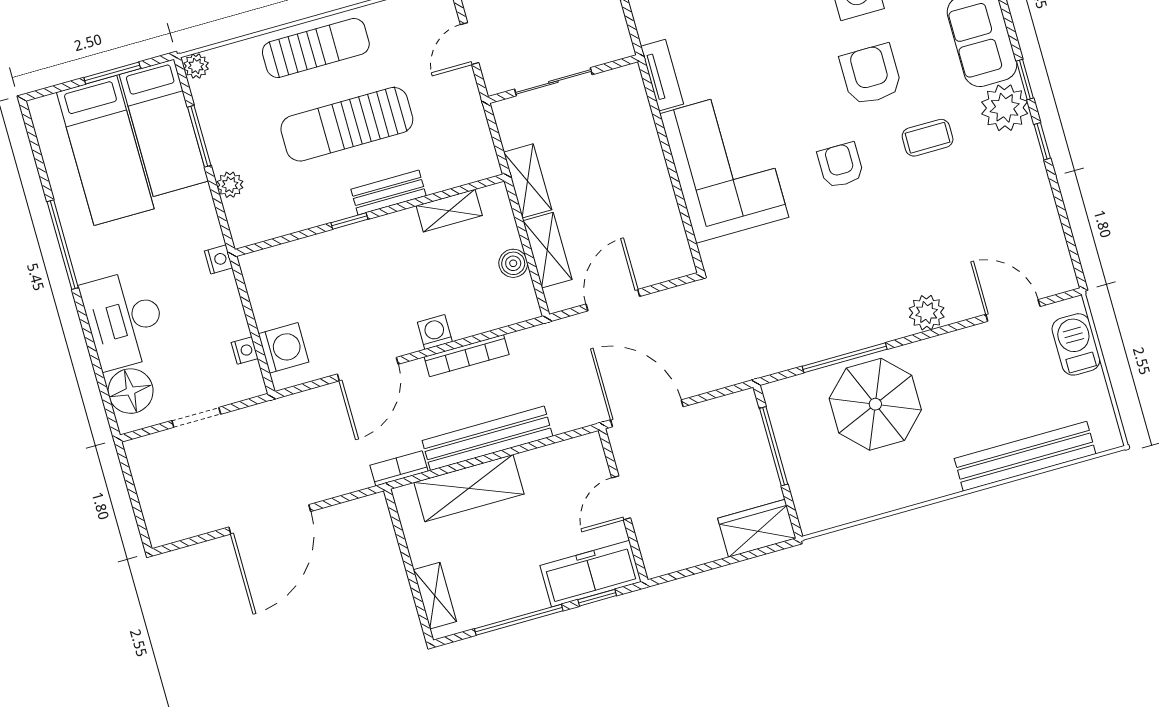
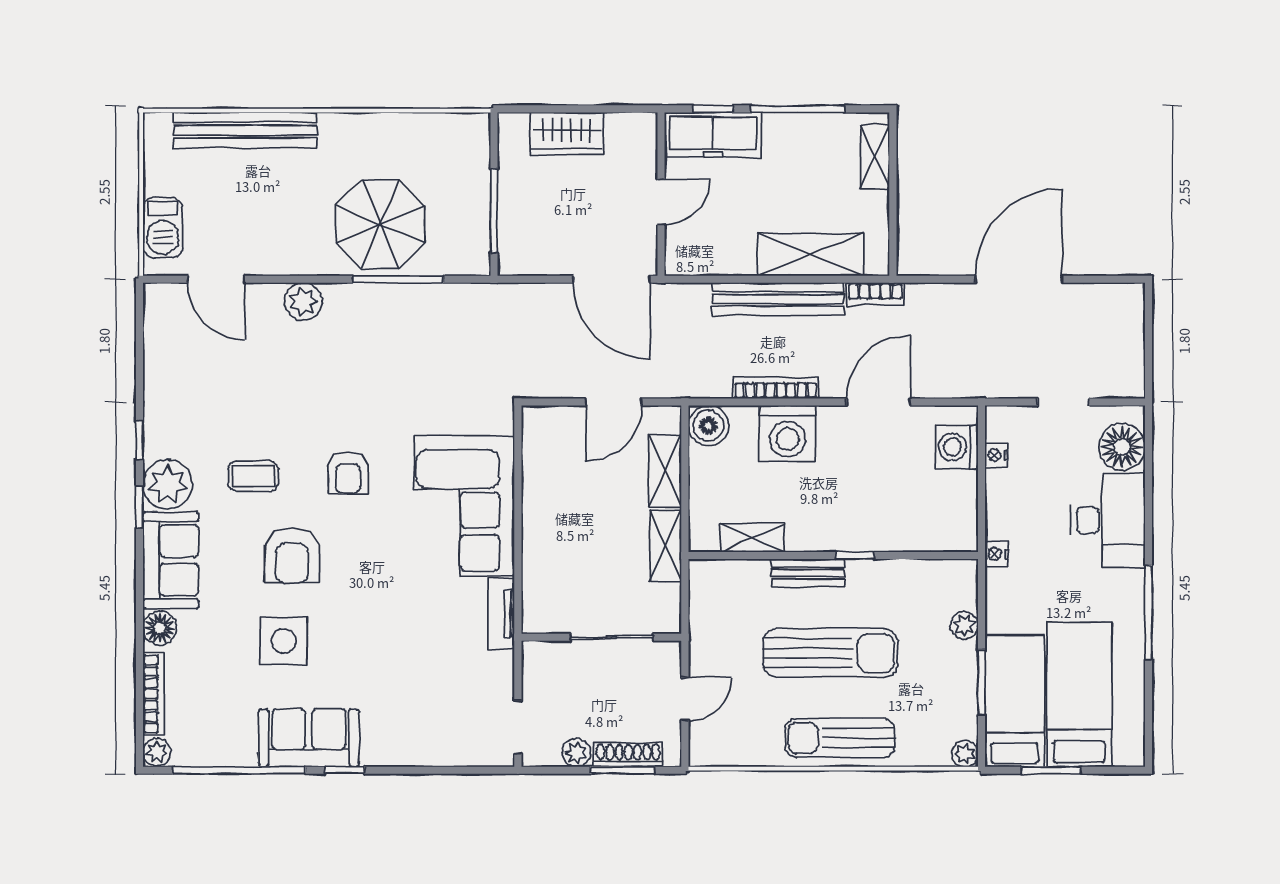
boiler: (513, 263) -> (708, 426), moved, width x1.36, depth x1.36
washing machine: (435, 332) -> (788, 433), width x1.89, depth x1.89
wardrobe: (757, 528) -> (566, 133), moved

